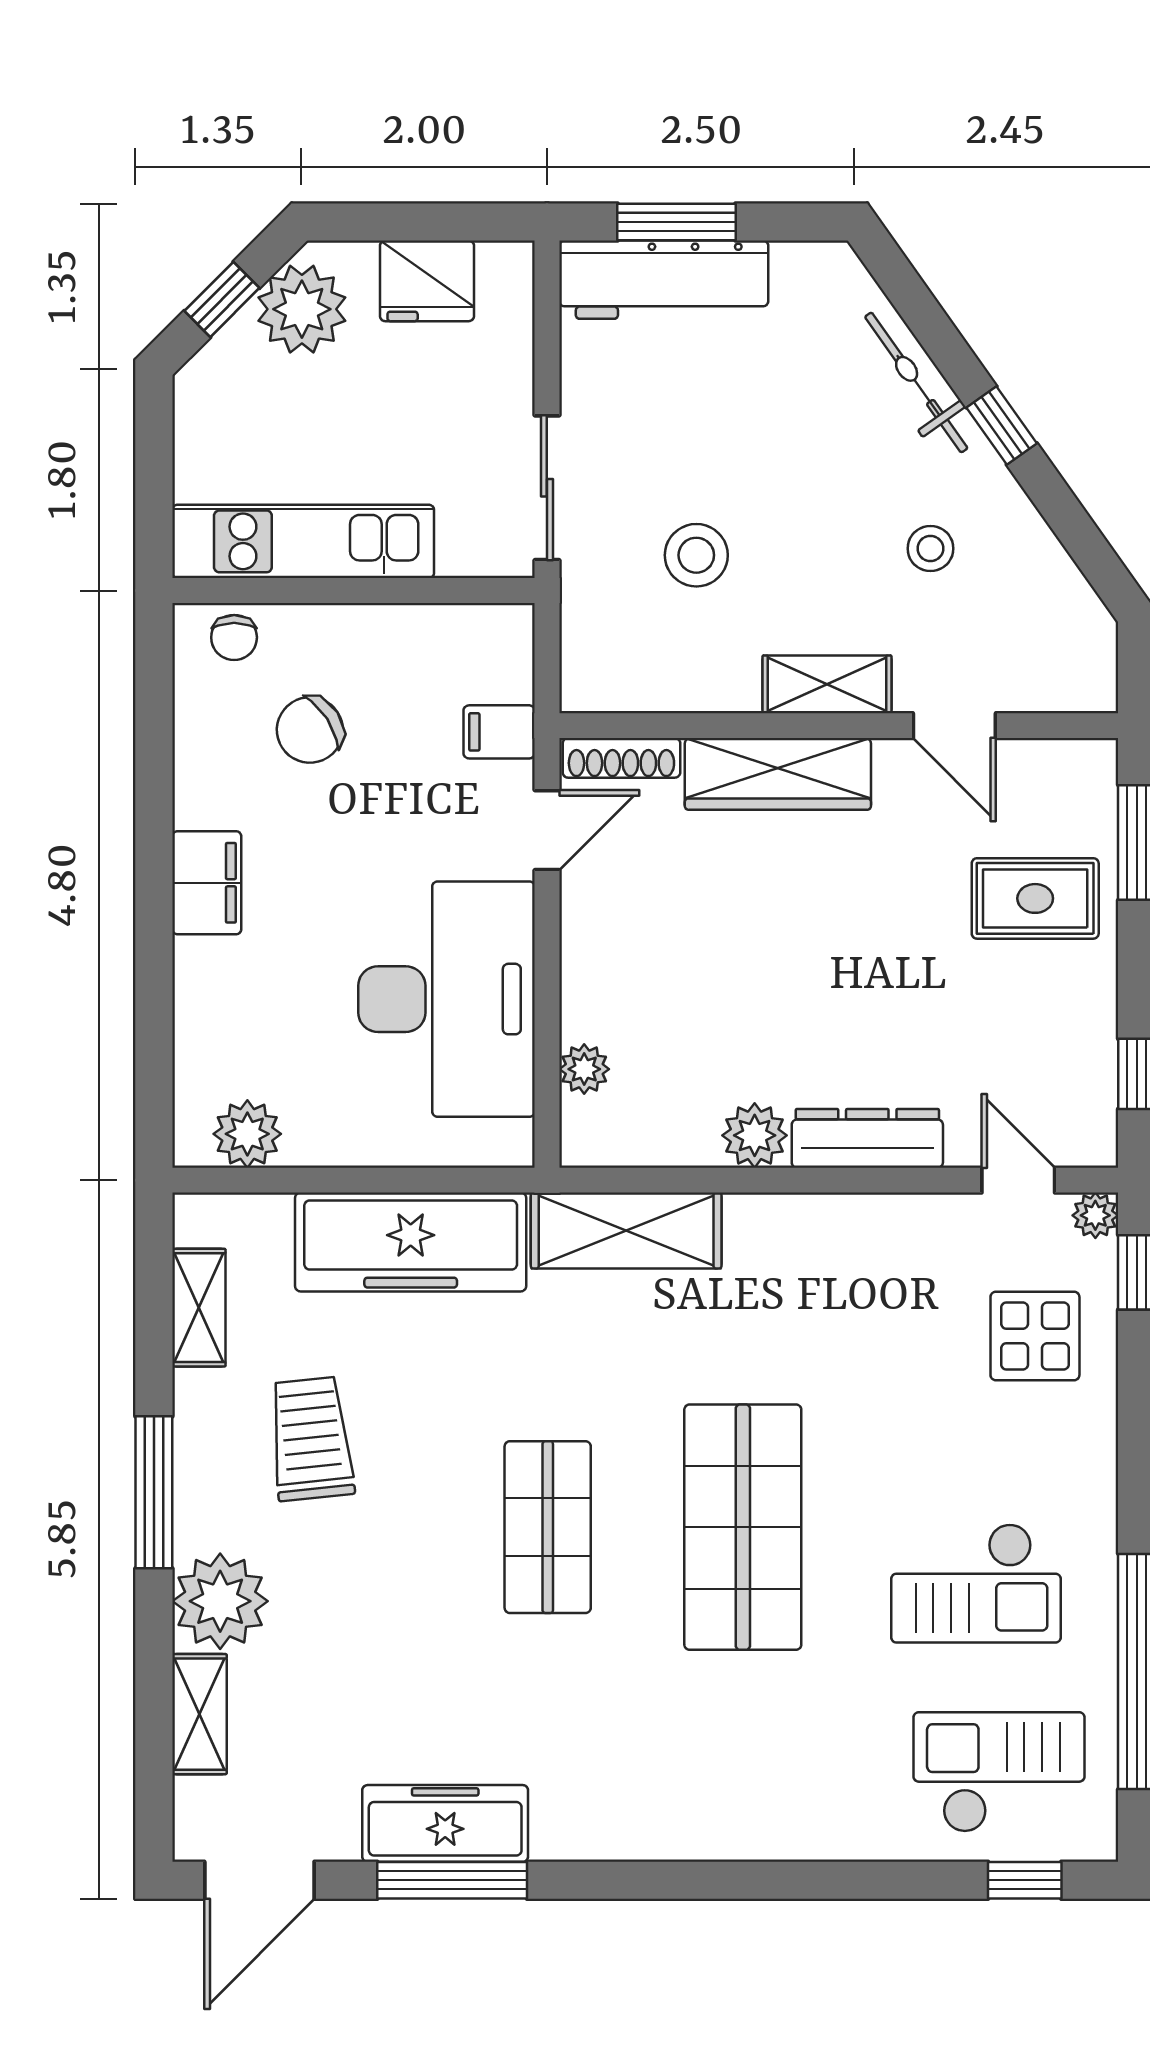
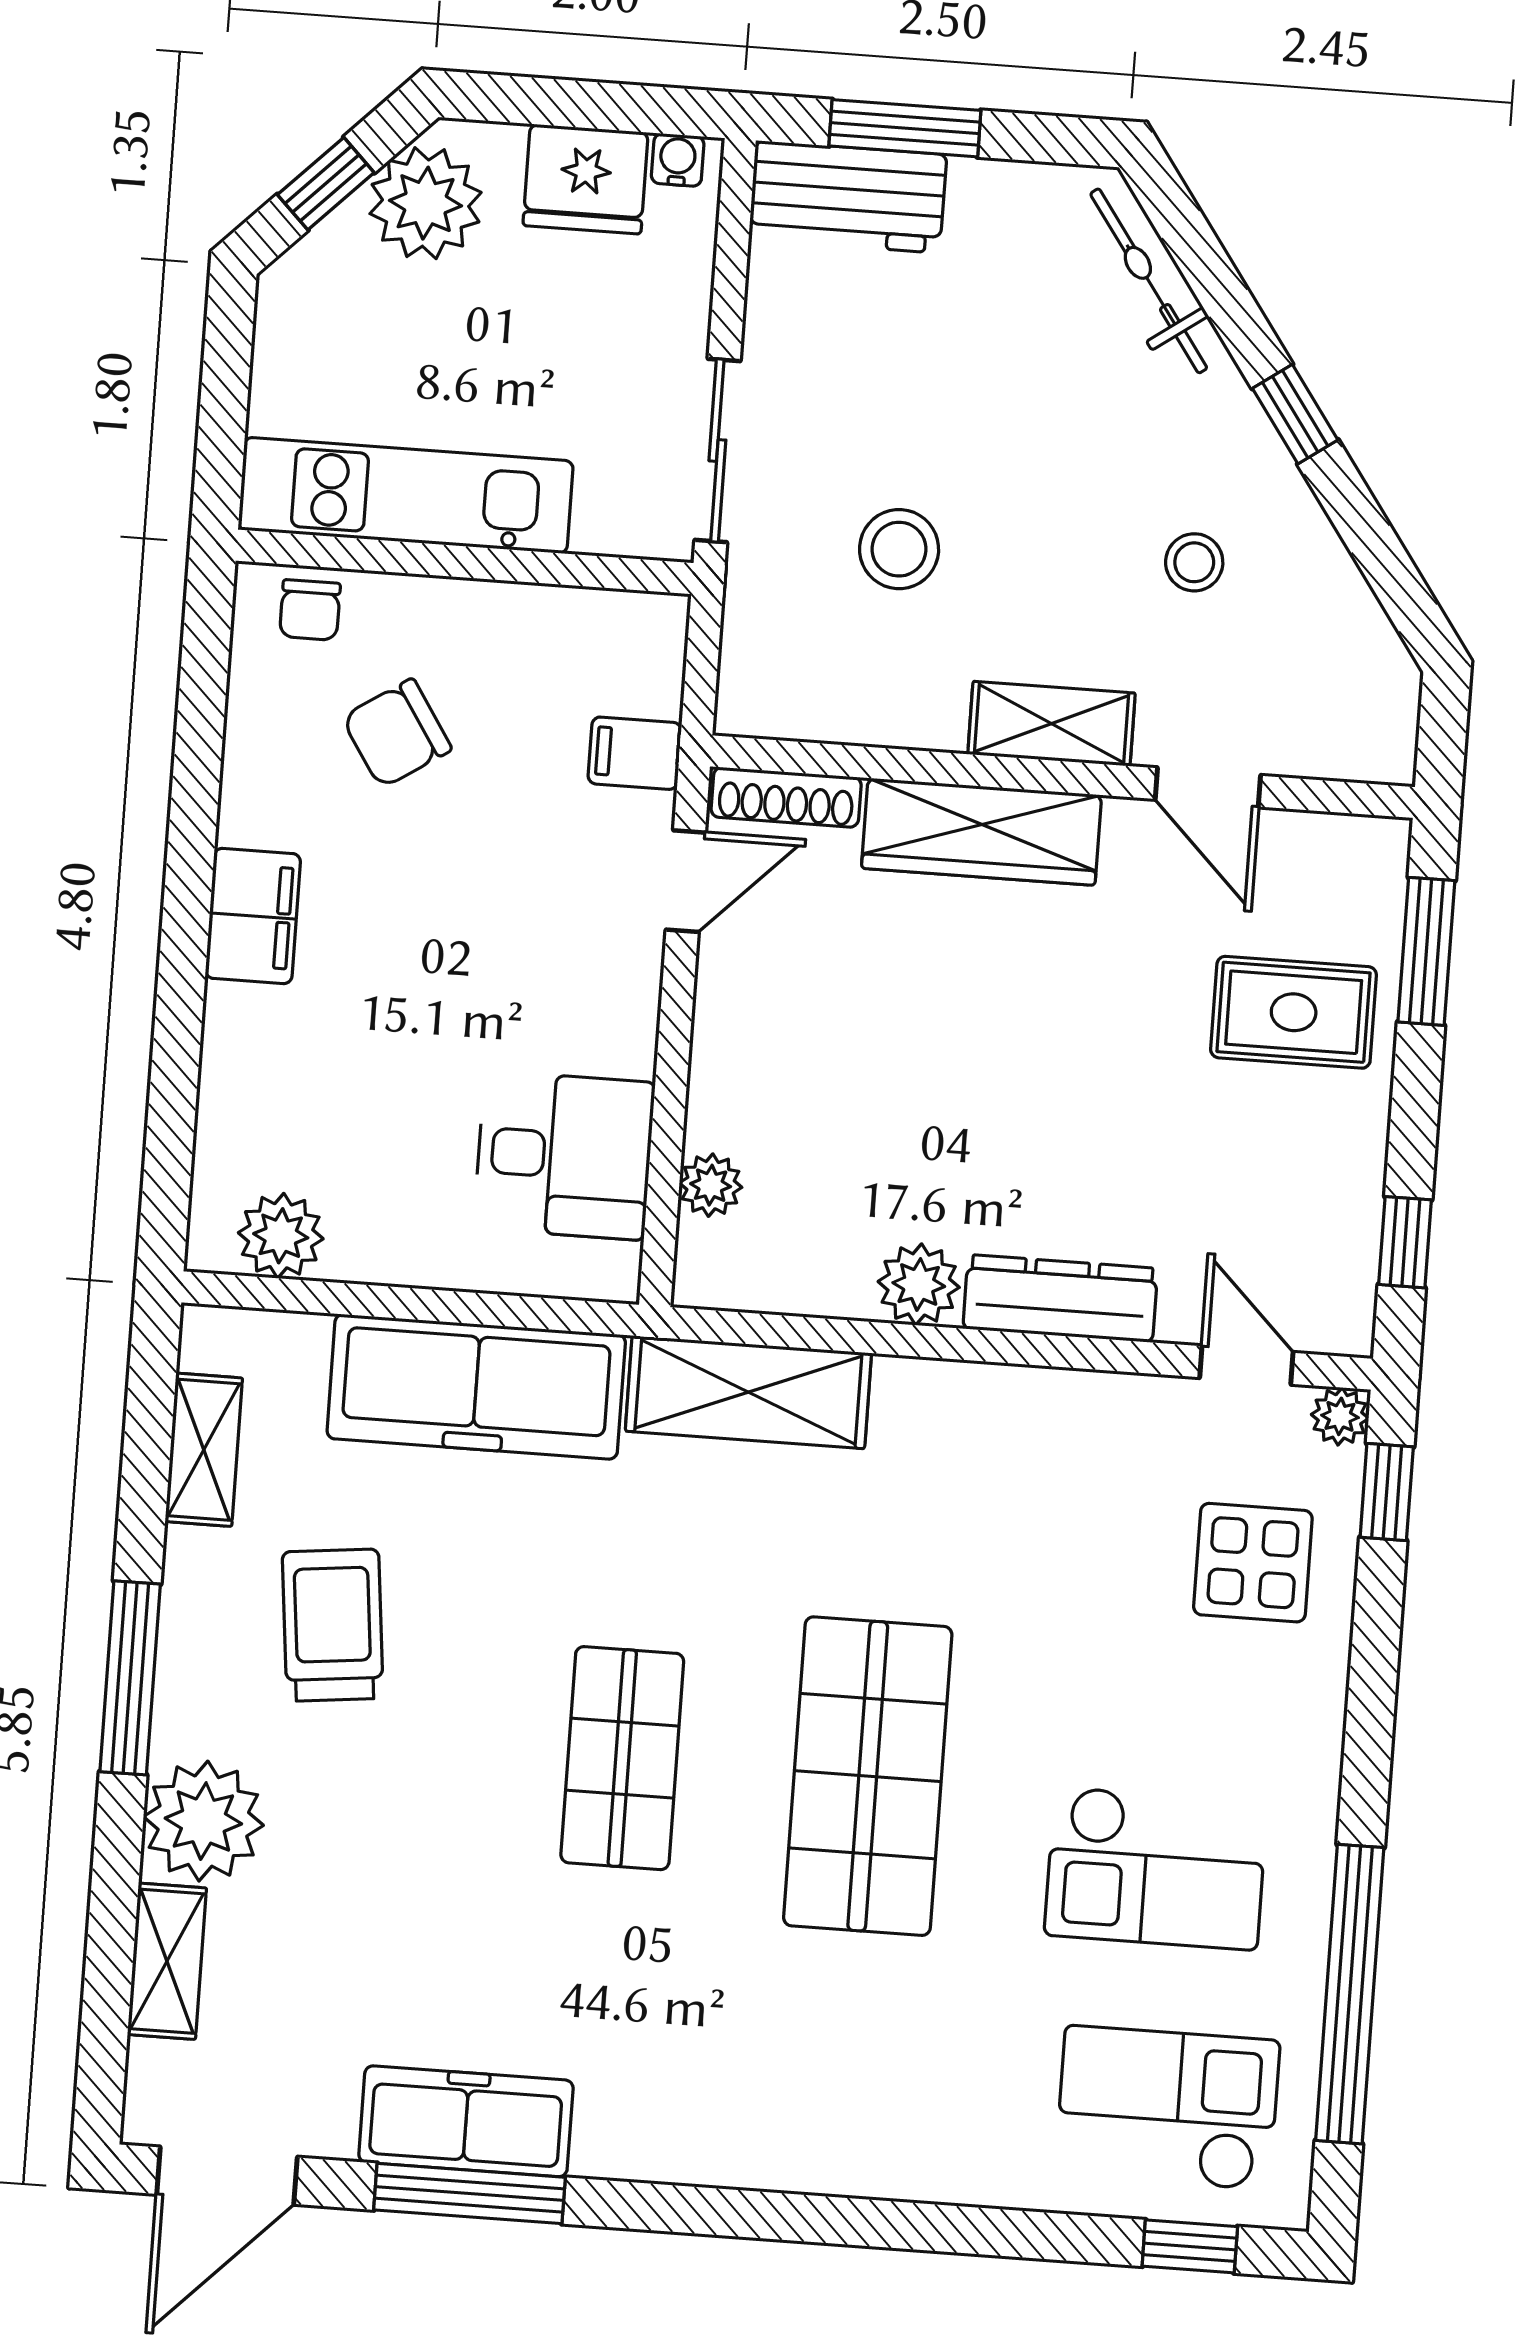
water cooler: (499, 260) -> (678, 160), added
workbench: (664, 280) -> (848, 197), width x0.73
bicycle: (916, 382) -> (1149, 281), moved
desk: (446, 999) -> (564, 1155), width x0.53, depth x0.77

